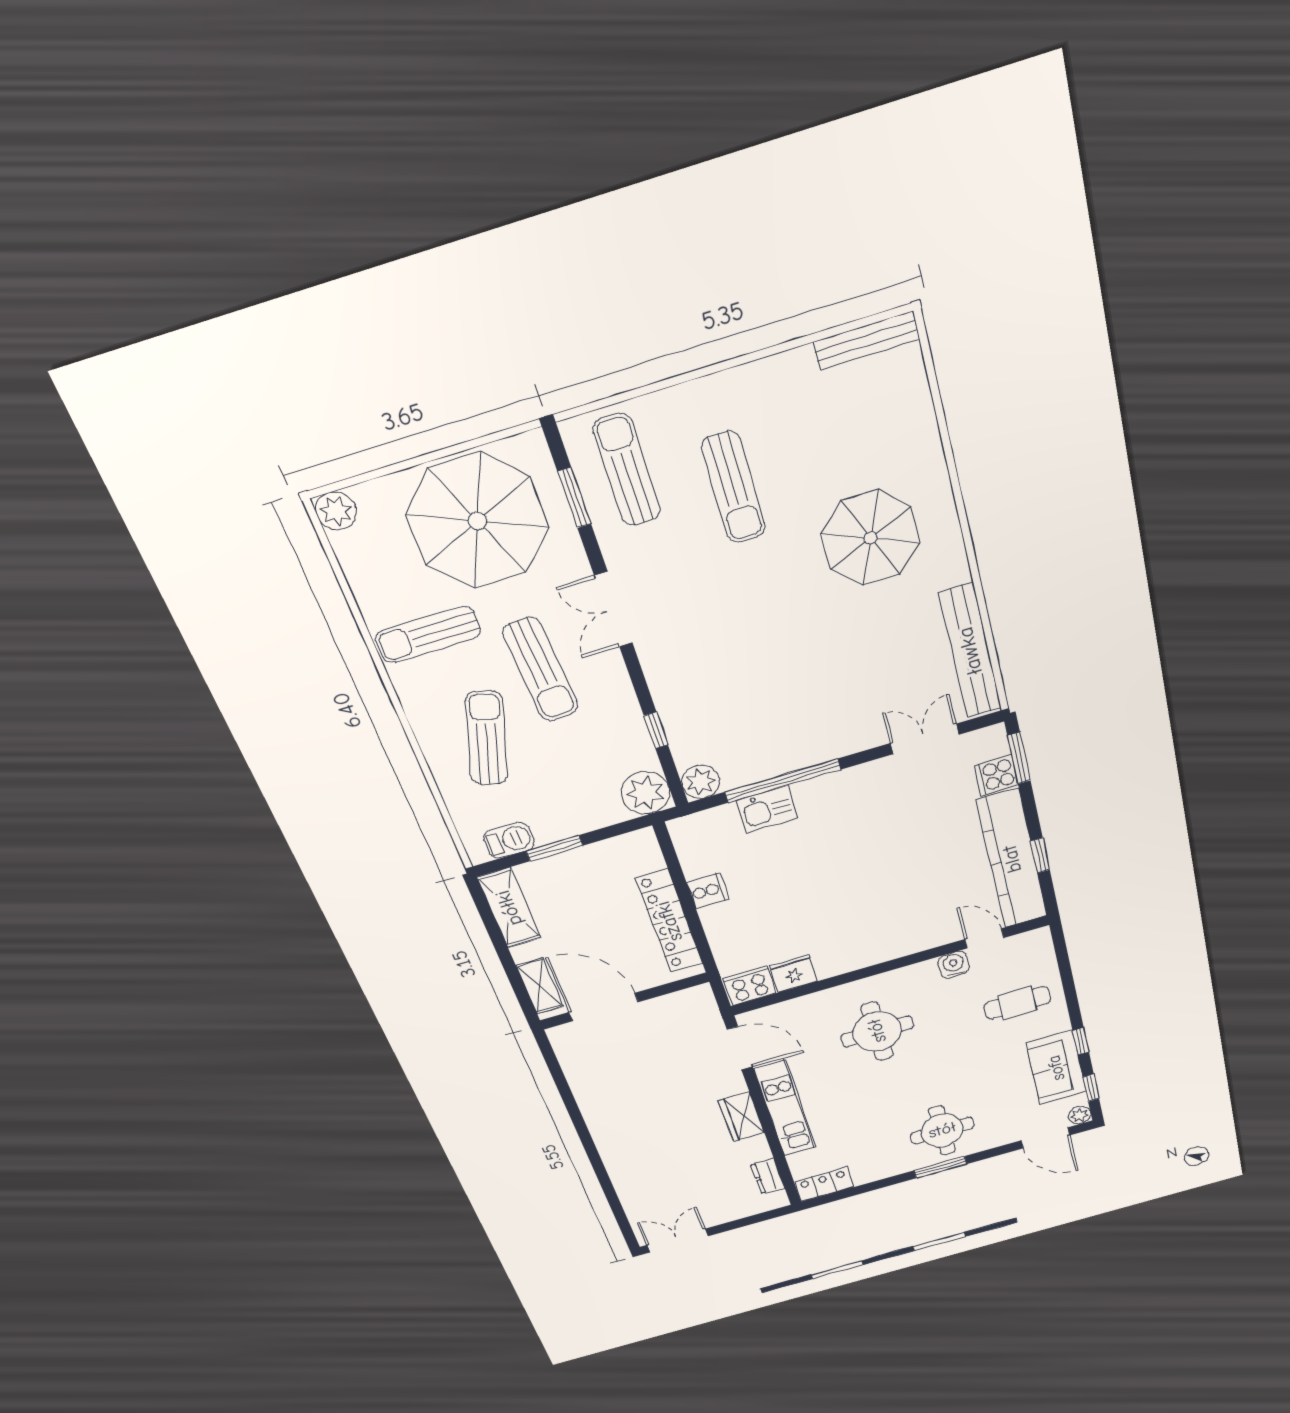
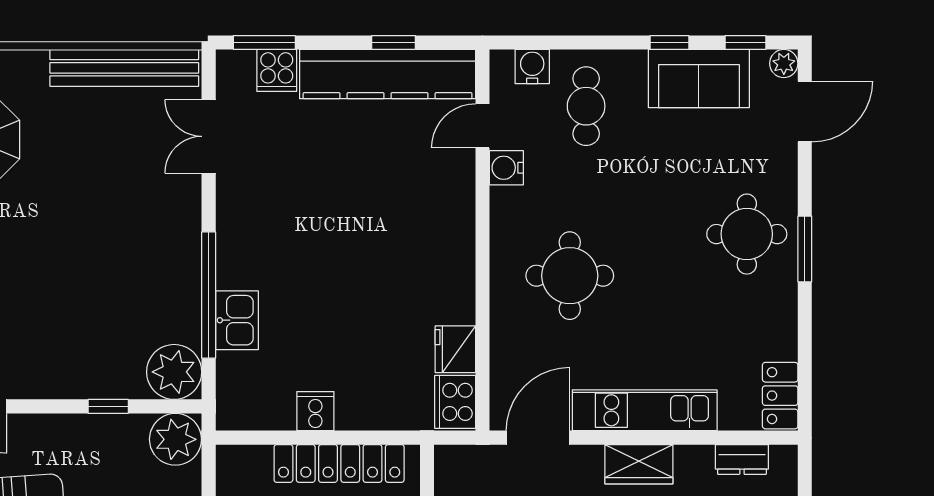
plant: (701, 782) -> (174, 372), width x1.36, depth x1.36
water cooler: (1041, 958) -> (532, 67), added

